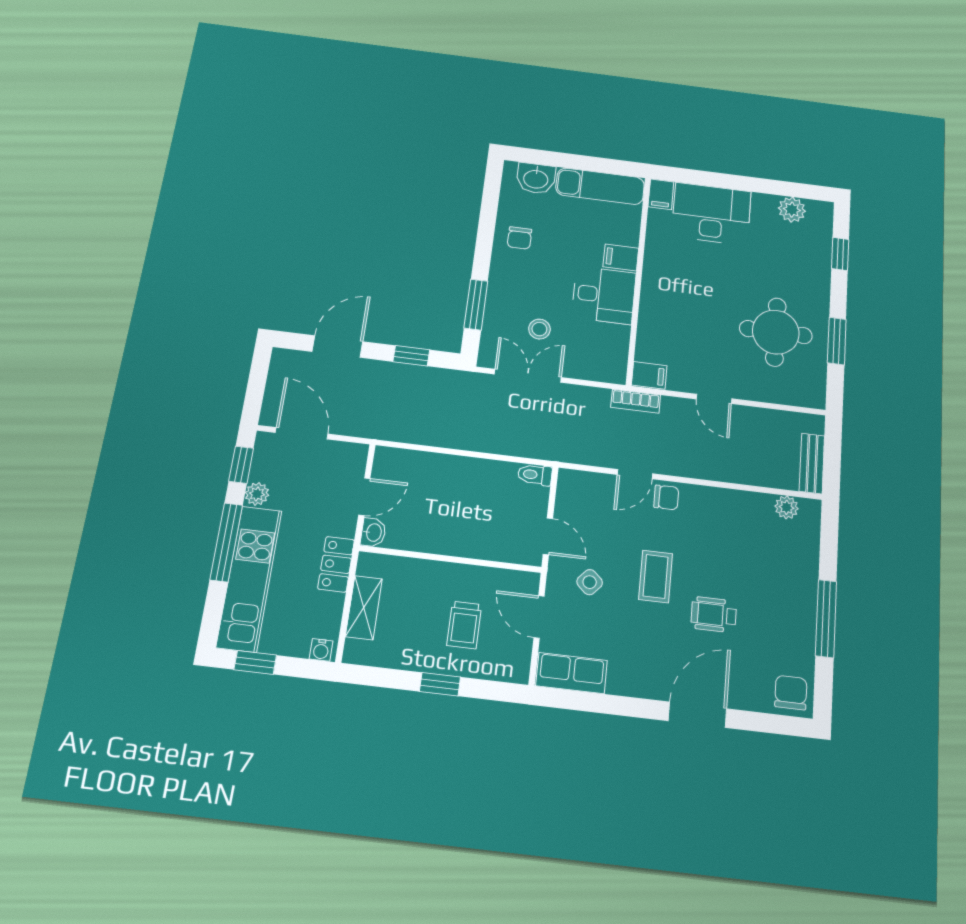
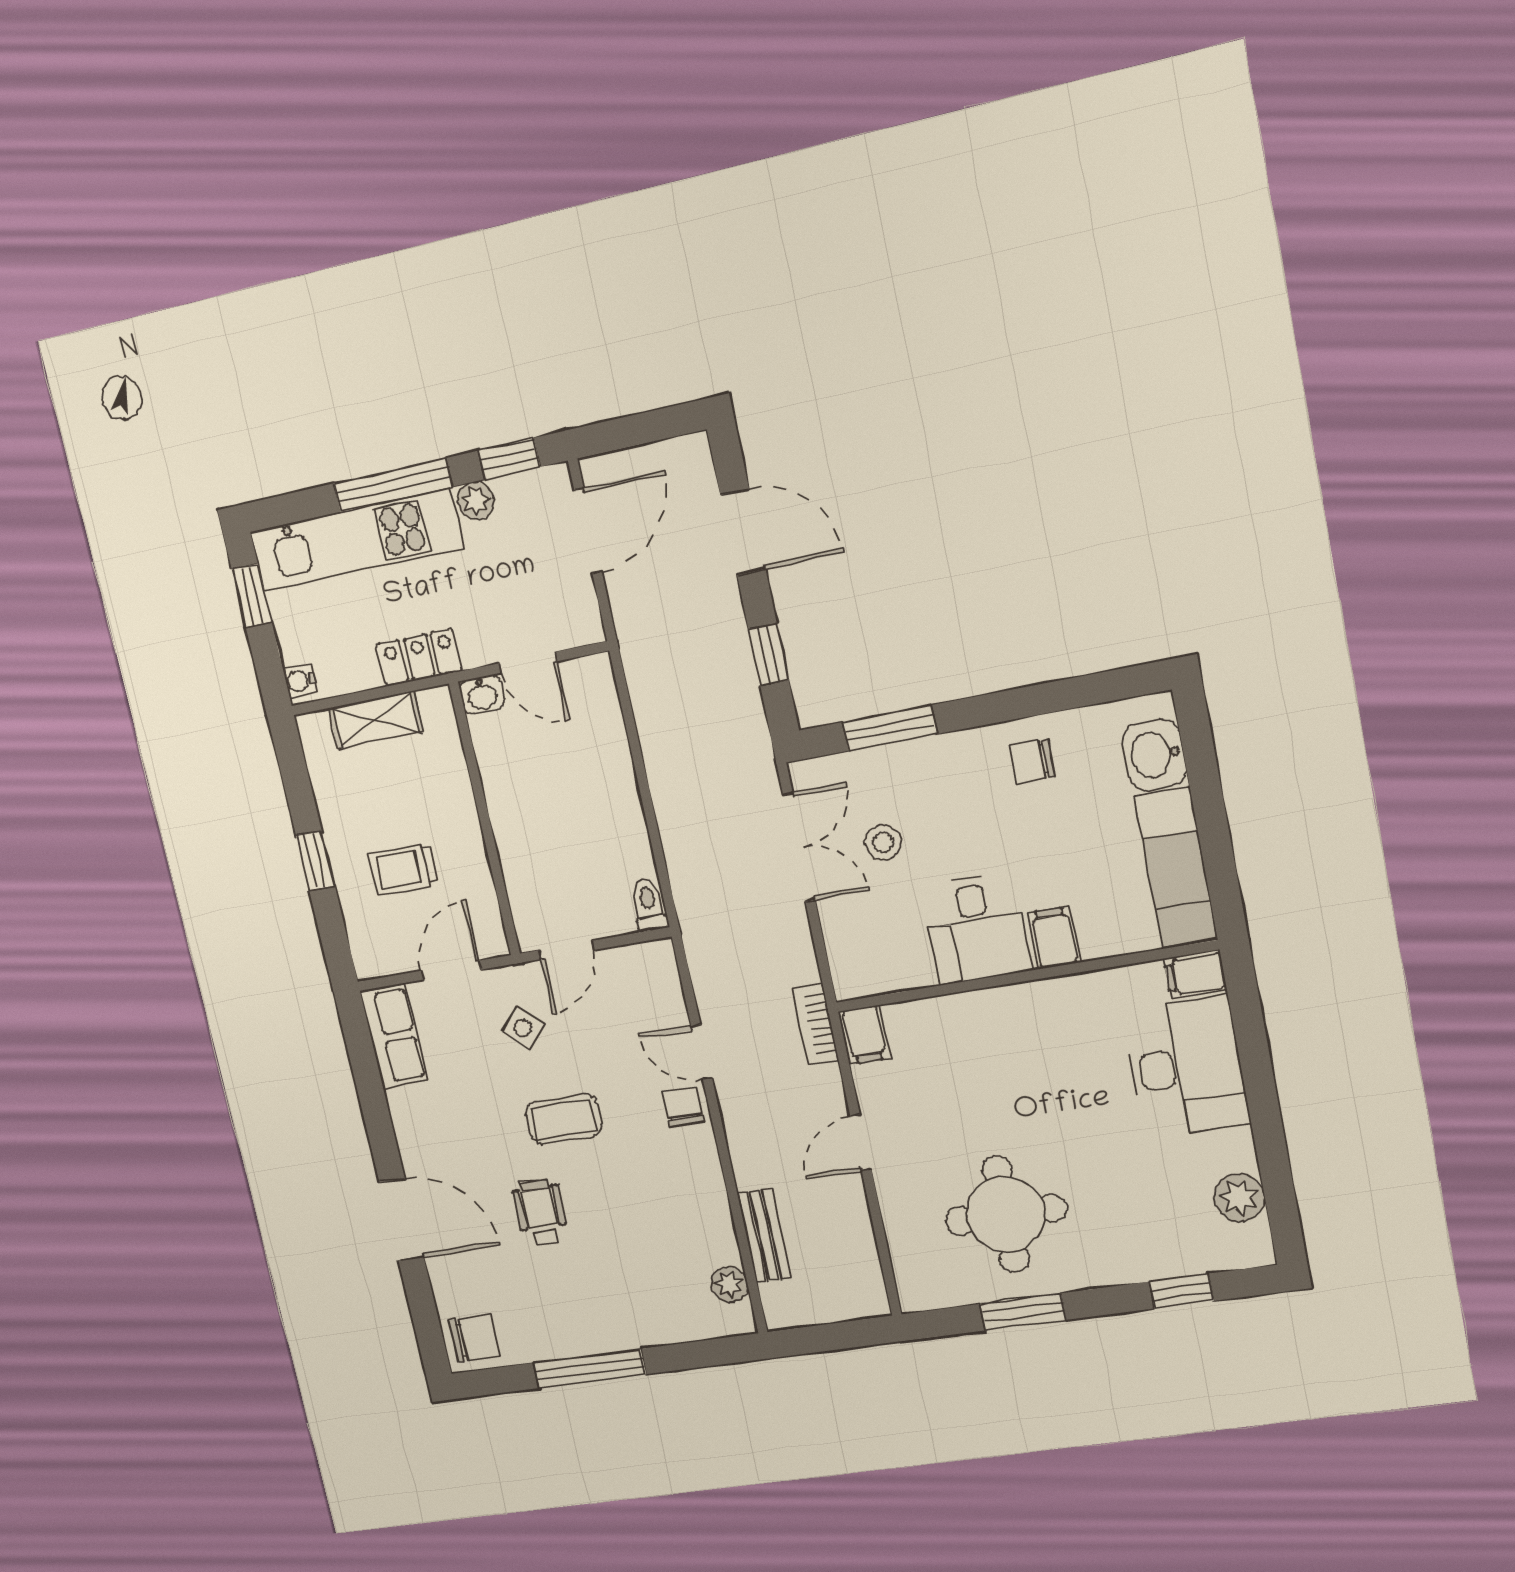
bench: (812, 463) -> (764, 1236), moved, turned 90
chair: (666, 497) -> (683, 1107), turned 180

